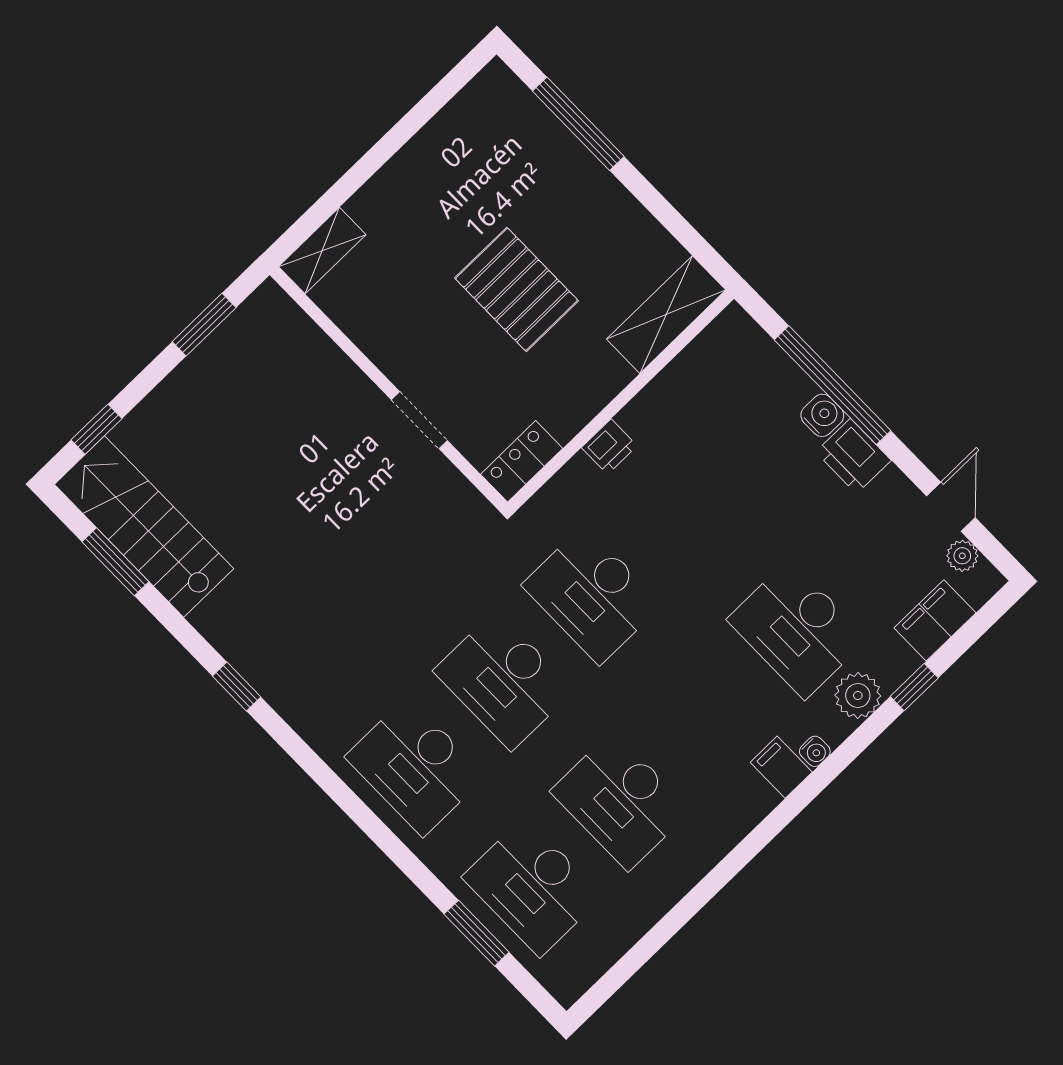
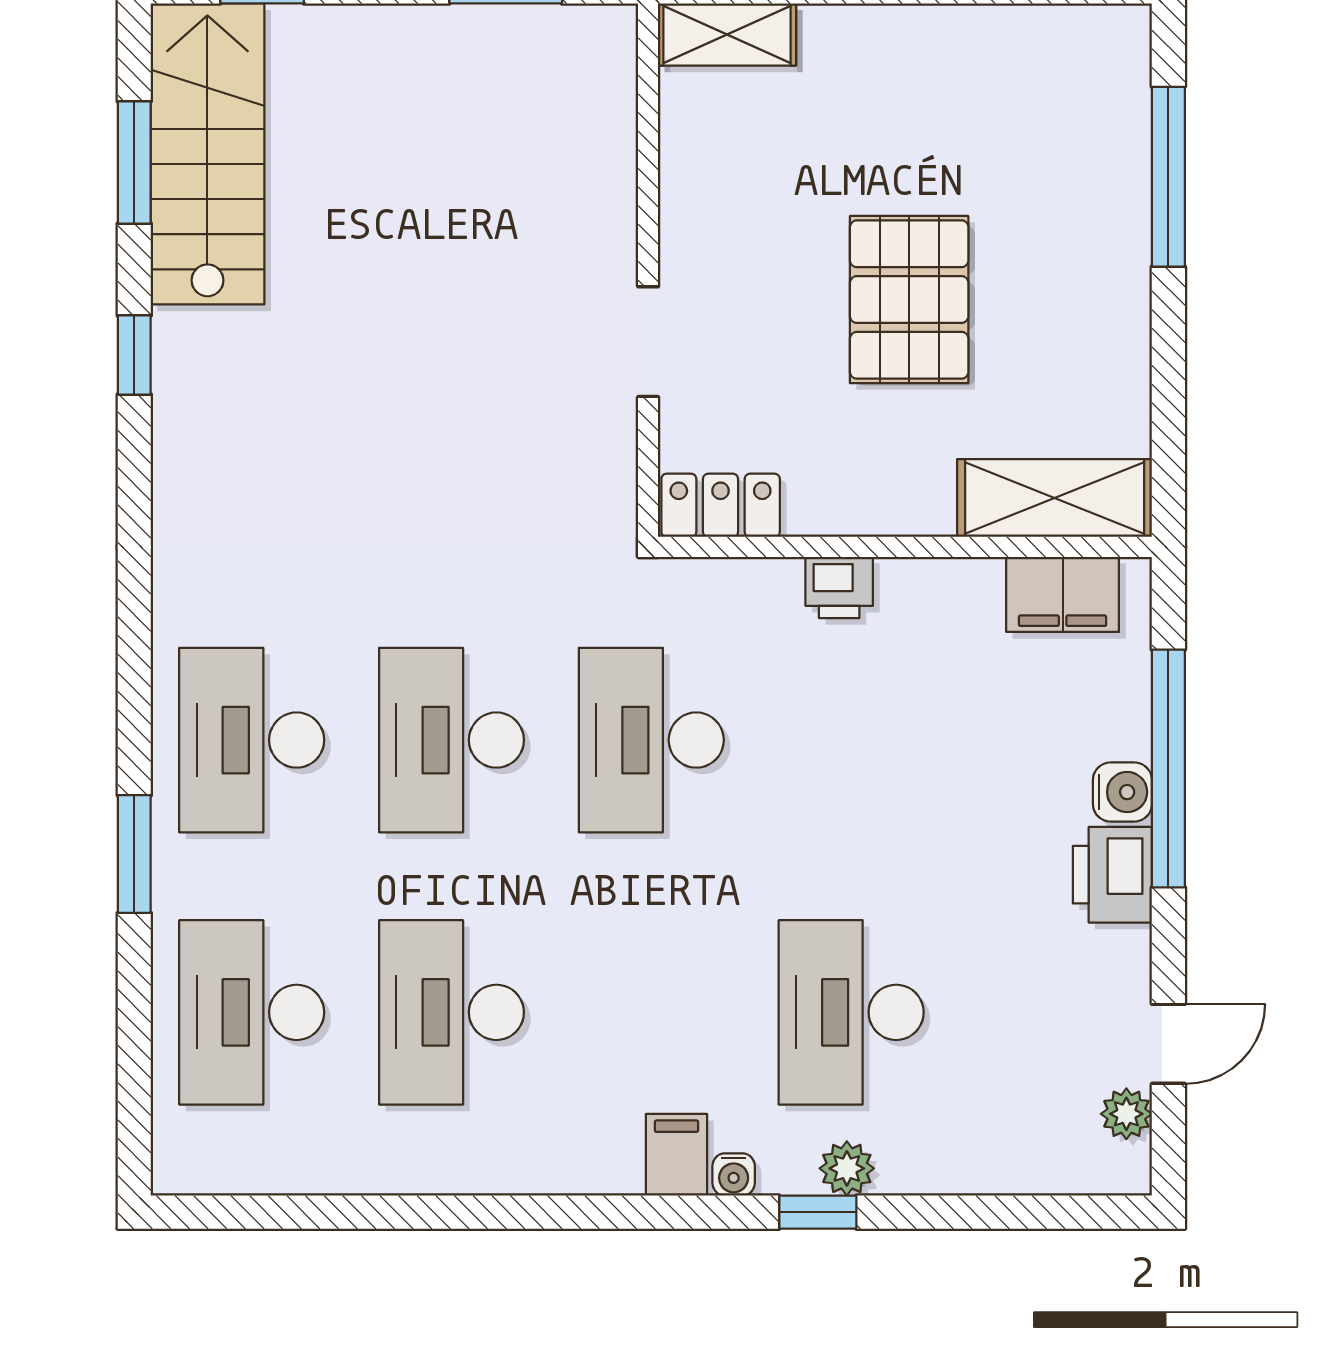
filing cabinet: (935, 620) -> (1063, 594), moved, turned 180
window: (237, 687) -> (134, 355), moved
window: (914, 687) -> (818, 1212), moved
plant: (858, 696) -> (847, 1168), width x0.73, depth x0.73
window: (477, 933) -> (134, 854), moved

